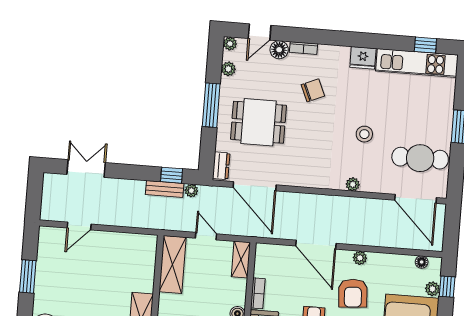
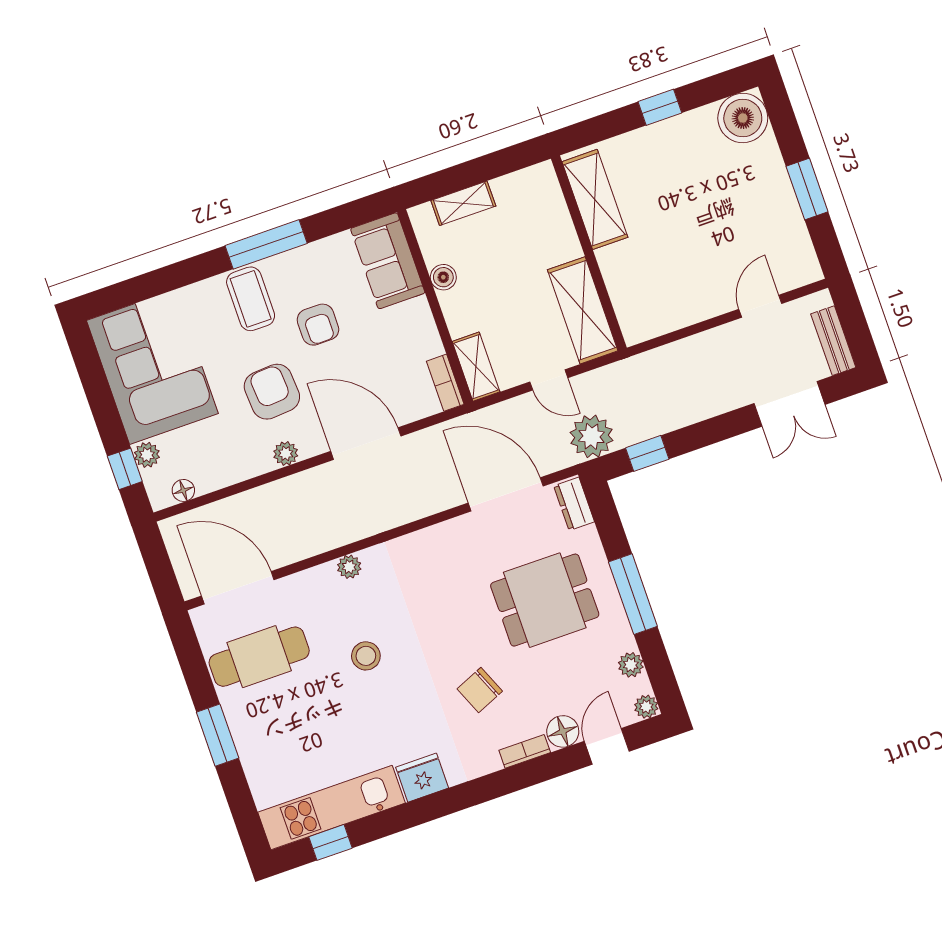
bench: (165, 189) -> (833, 341), moved, turned 90
plant: (191, 191) -> (591, 436), width x1.88, depth x1.88
bookcase: (258, 293) -> (445, 383), moved

